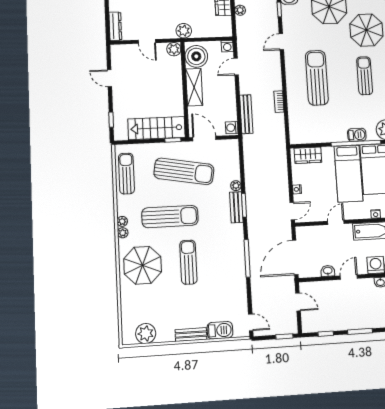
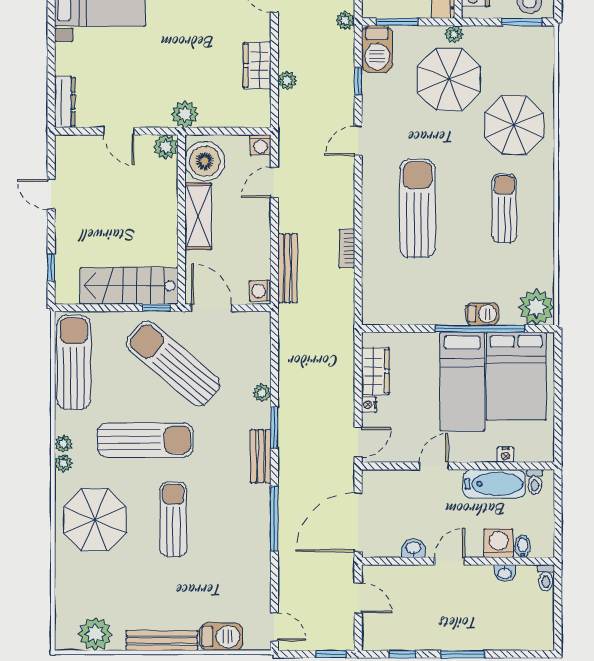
wardrobe: (308, 155) -> (375, 371), moved, turned -90
sun lounger: (184, 171) -> (173, 363), turned -150
sun lounger: (126, 174) -> (74, 362), width x1.36, depth x1.34
bench: (236, 207) -> (261, 456), moved
bench: (191, 335) -> (162, 641), width x1.36

